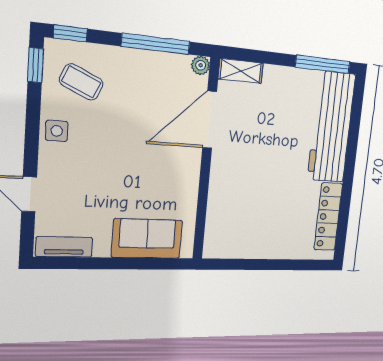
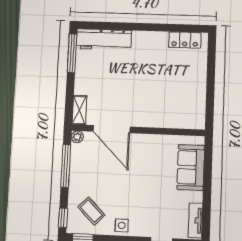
coffee table: (81, 82) -> (91, 211), turned -69
workbench: (331, 127) -> (104, 40), width x0.73, depth x0.76
locker: (328, 217) -> (185, 40), width x0.66

